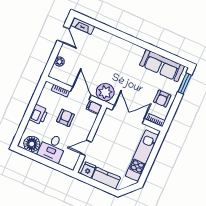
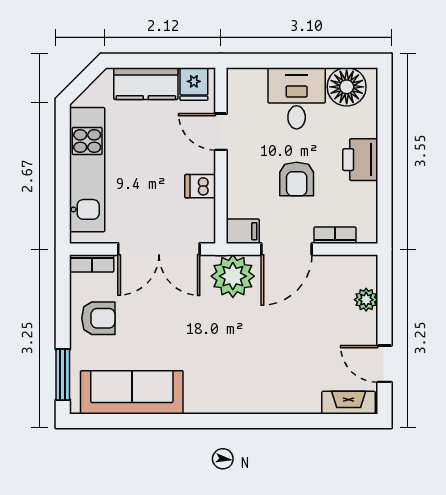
door: (81, 93) -> (286, 249), hinge flipped
armchair: (162, 99) -> (98, 318), turned 90
dishwasher: (103, 131) -> (200, 186), added
door: (86, 148) -> (221, 132), swing flipped

